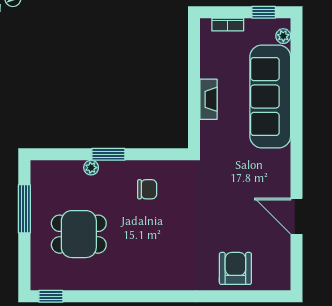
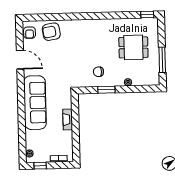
sofa: (270, 96) -> (35, 103), moved
window: (108, 154) -> (106, 90), moved
armchair: (235, 268) -> (51, 32), turned 81
armchair: (277, 268) -> (29, 33), added

